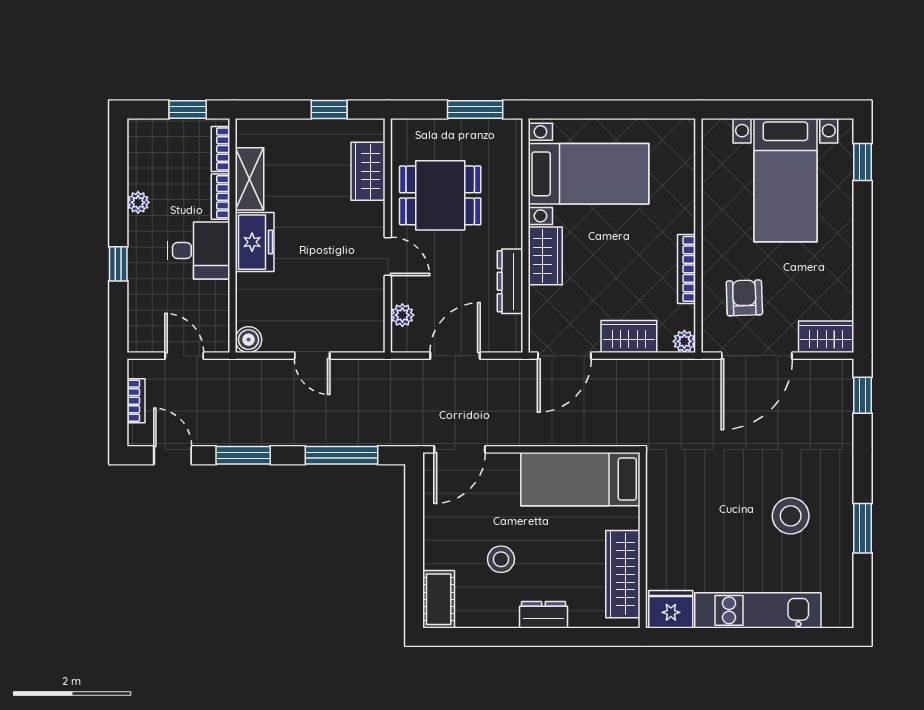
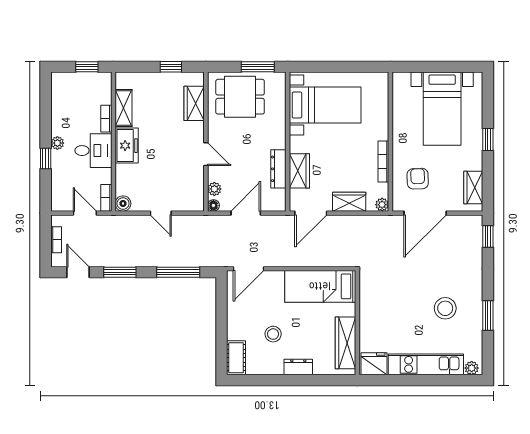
bookcase: (221, 149) -> (106, 198), moved
window: (863, 162) -> (488, 139), moved
dining table: (440, 195) -> (240, 97), moved
plant: (138, 202) -> (57, 143), moved
wardrobe: (545, 256) -> (299, 171), moved
wardrobe: (826, 337) -> (473, 188), moved, turned -90
floor lamp: (401, 343) -> (213, 205), added
plant: (835, 616) -> (472, 368), added

